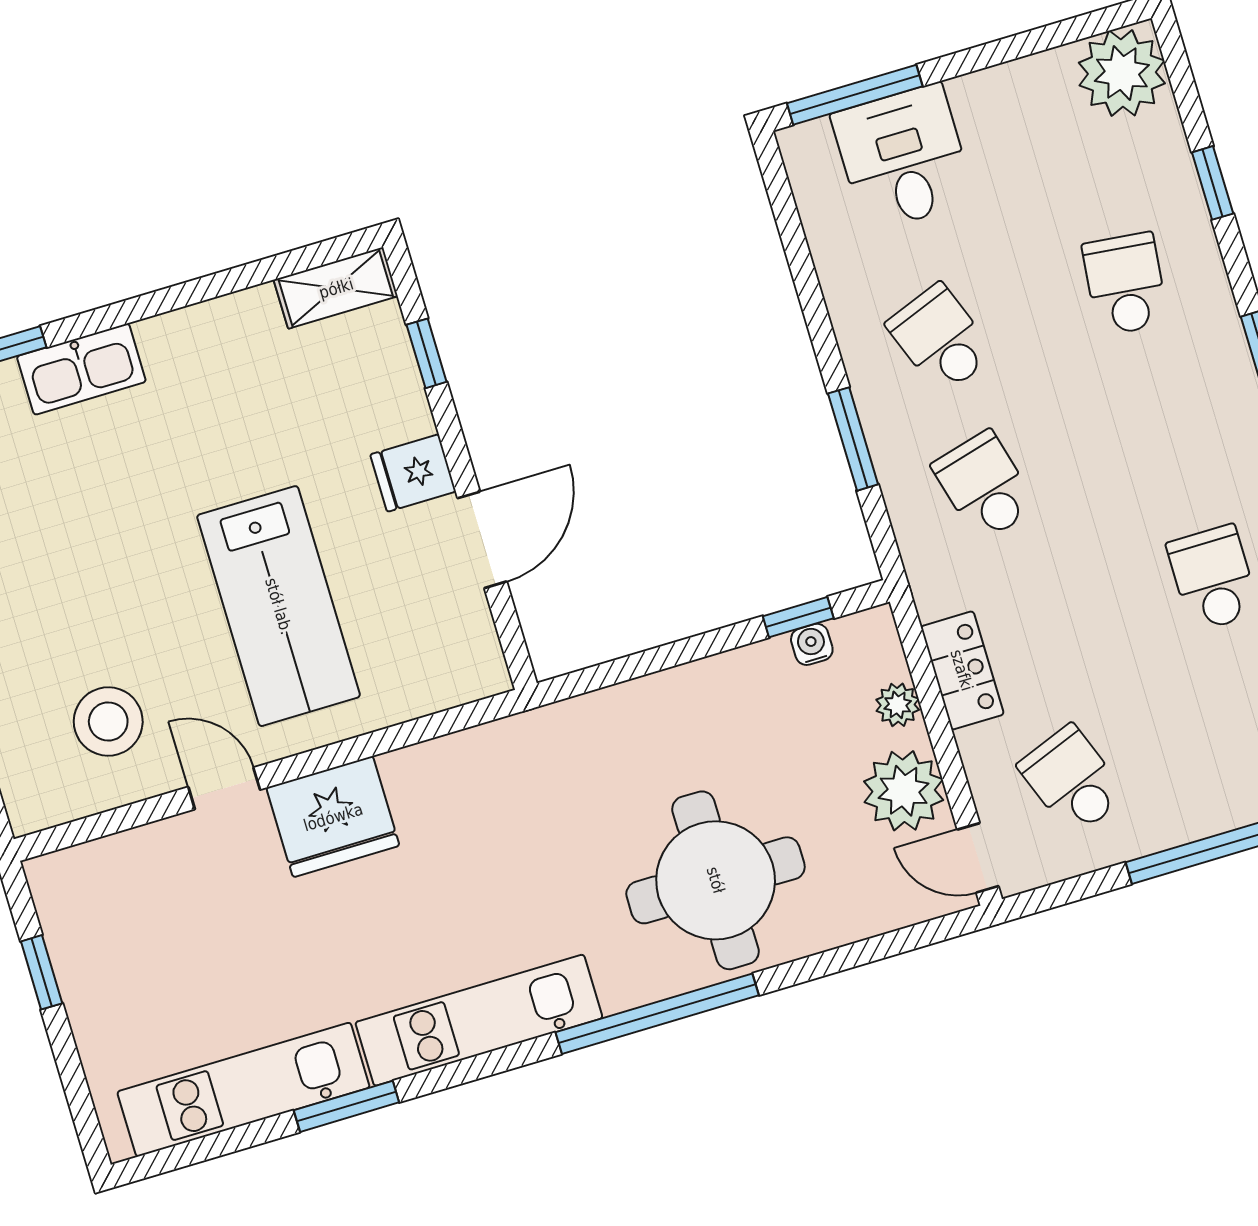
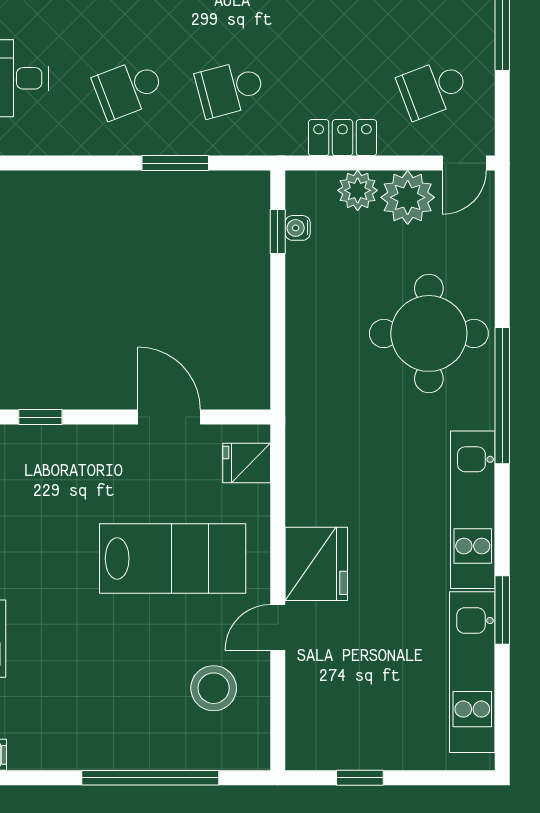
fridge: (413, 473) -> (247, 463), moved, turned 90
plant: (898, 705) -> (358, 190), width x1.38, depth x1.38

